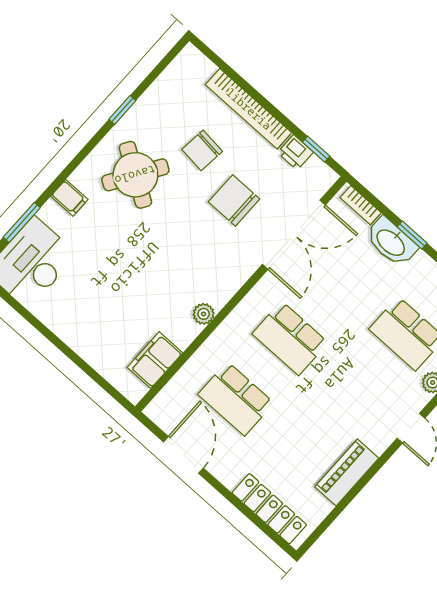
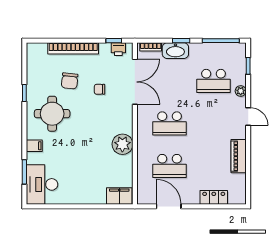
printer: (295, 152) -> (118, 49), moved
round table: (135, 175) -> (52, 114), turned -32
chair: (234, 200) -> (100, 89), width x0.54, depth x0.54
plant: (204, 314) -> (122, 144), width x1.87, depth x1.87
filing cabinet: (155, 360) -> (119, 196), moved, turned 90
locker: (269, 509) -> (214, 197), width x0.66

